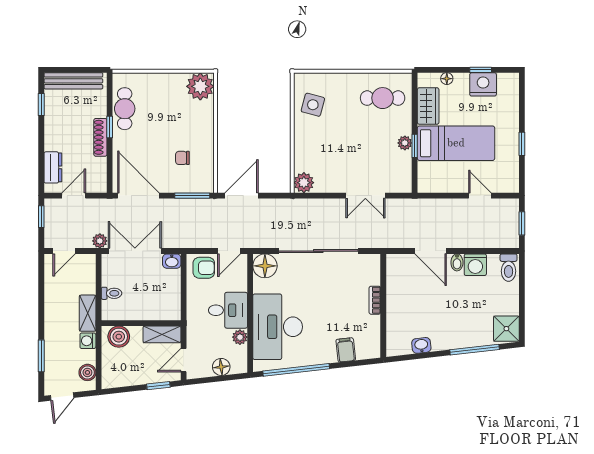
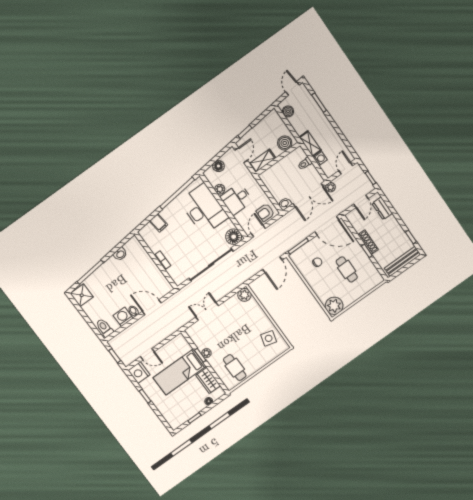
nightstand: (483, 84) -> (139, 373), moved, turned 90
cafe table: (383, 98) -> (235, 368), turned 90
cafe table: (125, 109) -> (347, 269), moved
washing machine: (88, 341) -> (320, 159), moved

